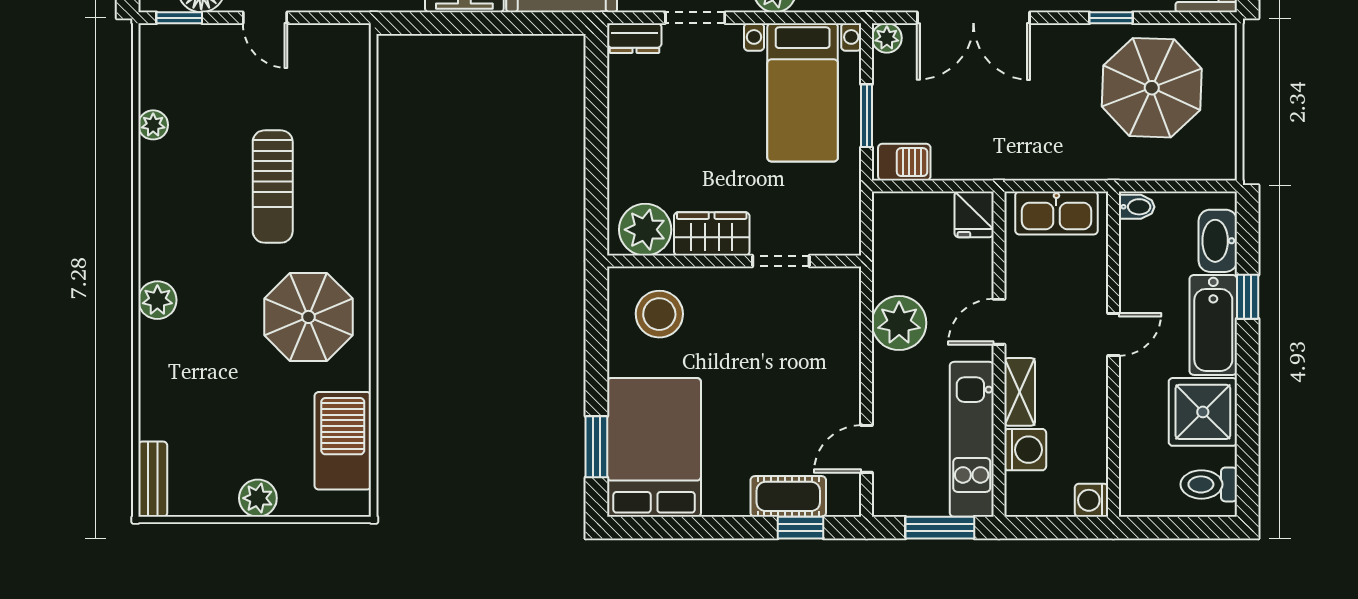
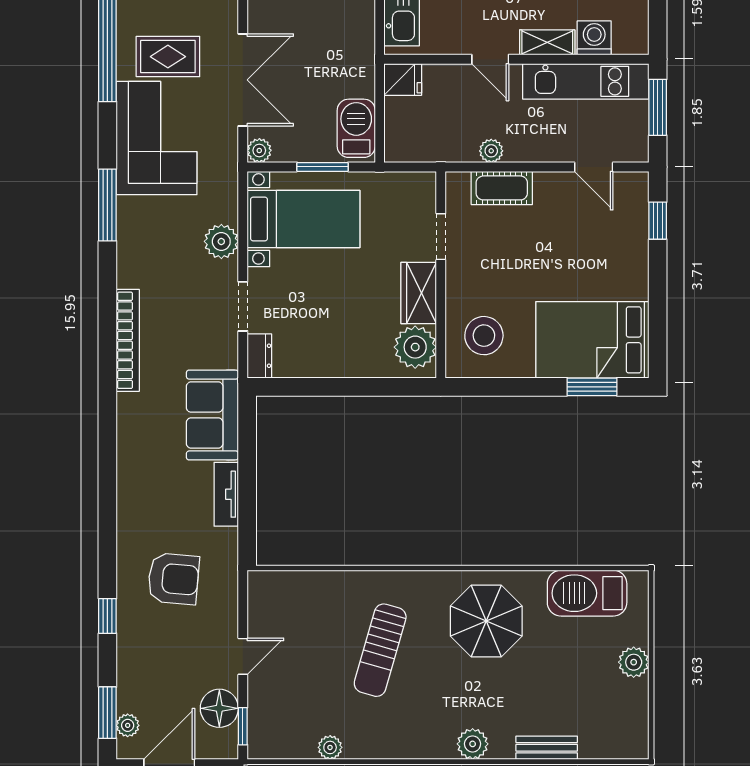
barbecue: (904, 162) -> (356, 128), width x1.38, depth x1.27
sun lounger: (273, 187) -> (380, 650), turned 106
plant: (899, 323) -> (491, 151), width x0.53, depth x0.53
bench: (153, 479) -> (547, 748), moved
cot: (788, 496) -> (502, 188), moved, turned 90

